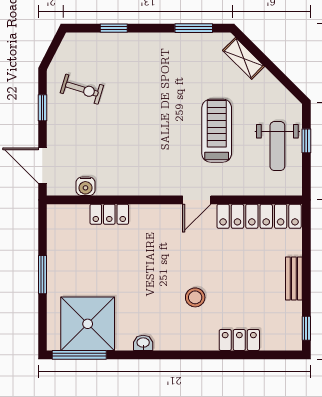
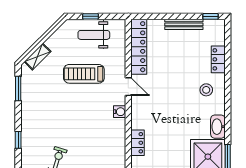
weight bench: (277, 146) -> (94, 35), turned 180
water cooler: (85, 186) -> (120, 112), moved
bench: (294, 279) -> (184, 24), width x1.36
stool: (195, 297) -> (206, 90), moved
washbasin: (143, 343) -> (218, 127), width x1.91, depth x1.45

